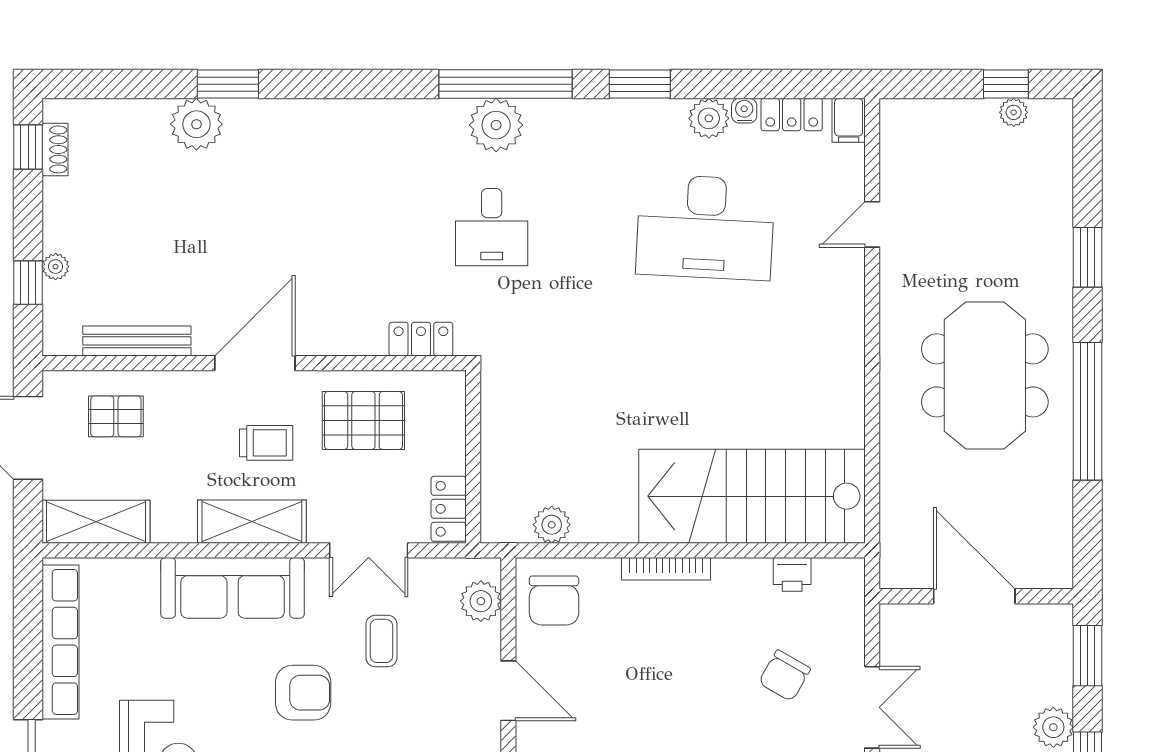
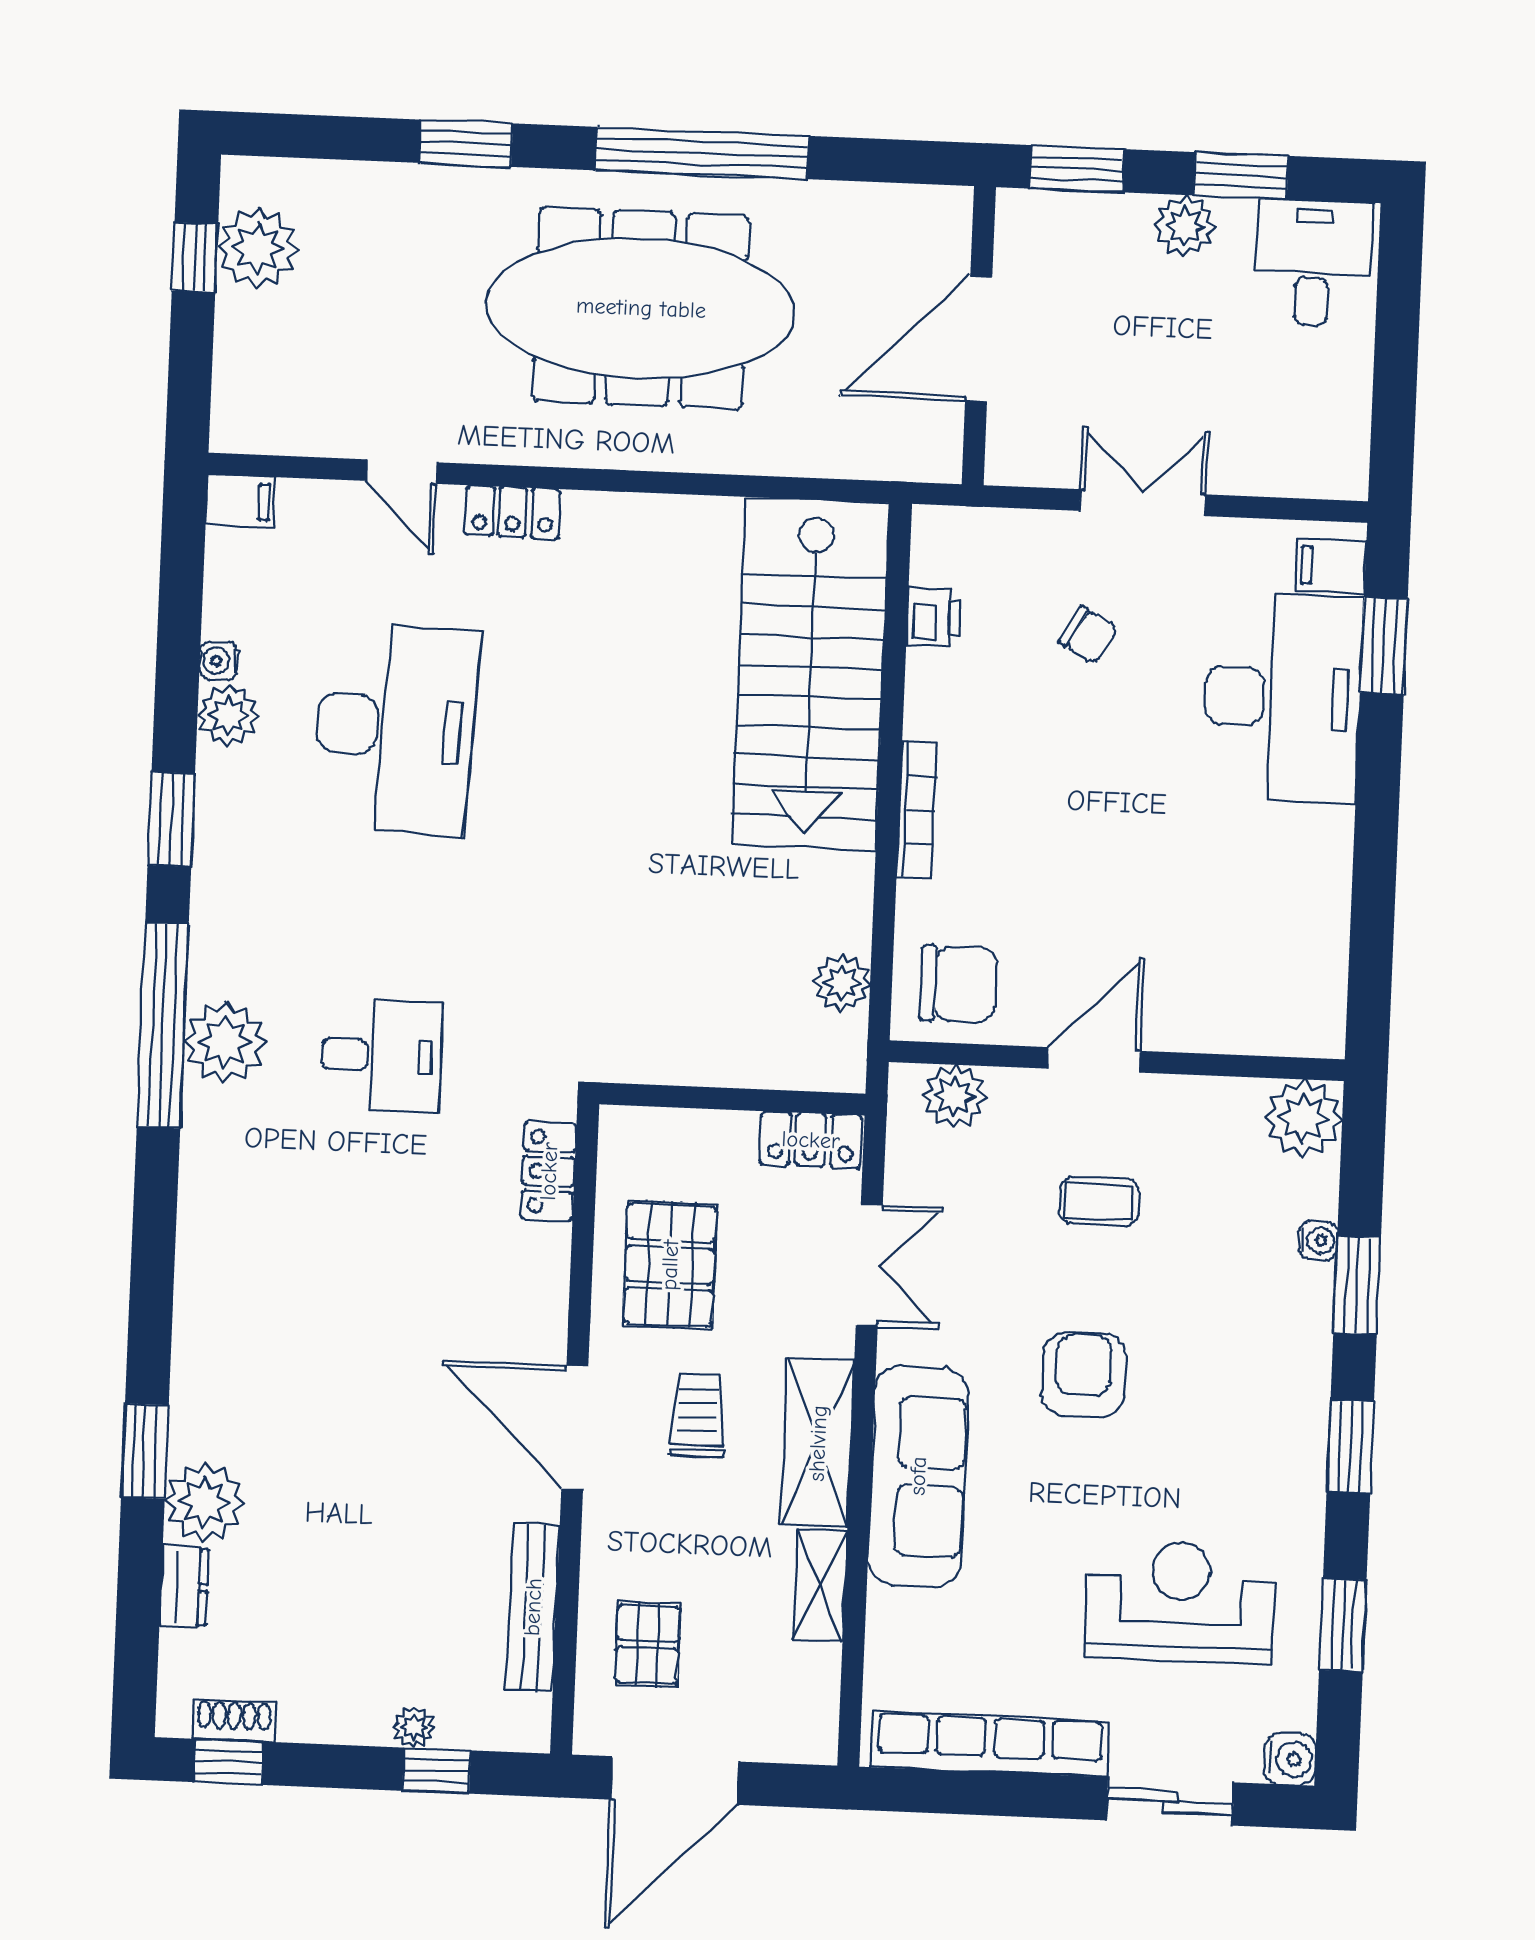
plant: (1014, 112) -> (258, 248), width x1.88, depth x1.88
dresser: (141, 113) -> (184, 1587), added
locker: (792, 115) -> (513, 512), moved, turned 90
meeting table: (985, 375) -> (641, 308), width x1.36
shelving: (96, 522) -> (820, 1586), moved, width x0.67, depth x0.75
coffee table: (381, 641) -> (1099, 1201), moved
chair: (785, 676) -> (1088, 635), width x0.73, depth x0.73

